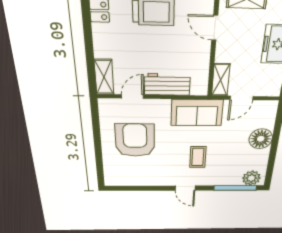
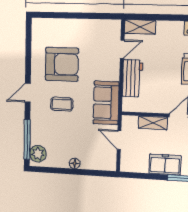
shelving: (221, 80) -> (153, 123), moved
door: (133, 97) -> (122, 49), hinge flipped
floor lamp: (261, 139) -> (75, 163), width x0.53, depth x0.53
armchair: (135, 140) -> (62, 64), moved

